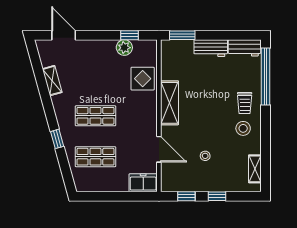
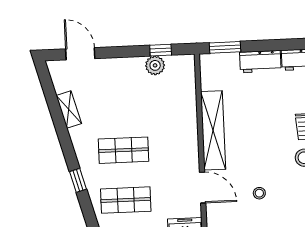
display table: (143, 79) -> (179, 102), removed
shelving: (170, 103) -> (213, 130), width x1.47

